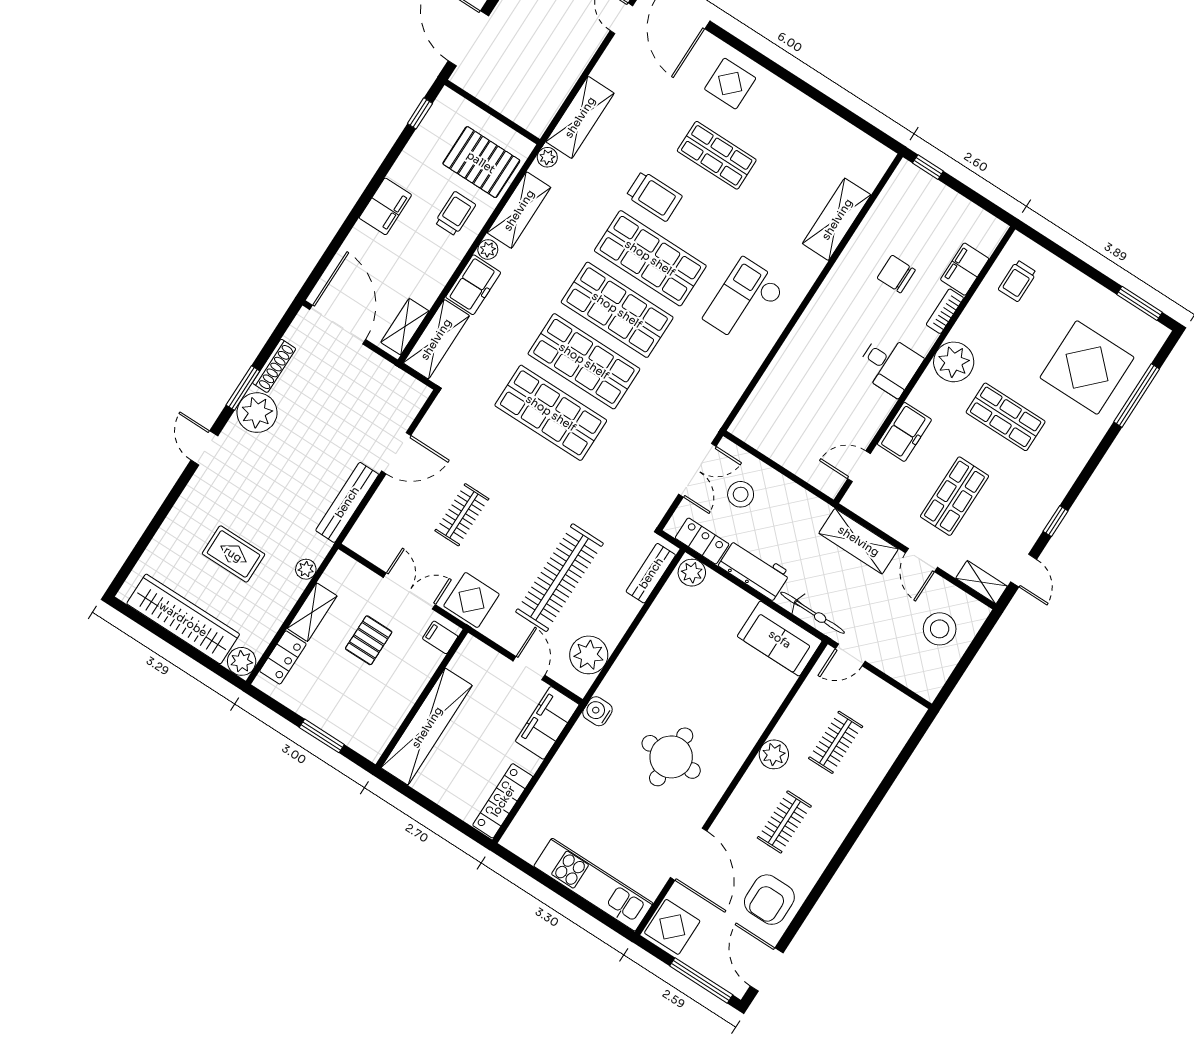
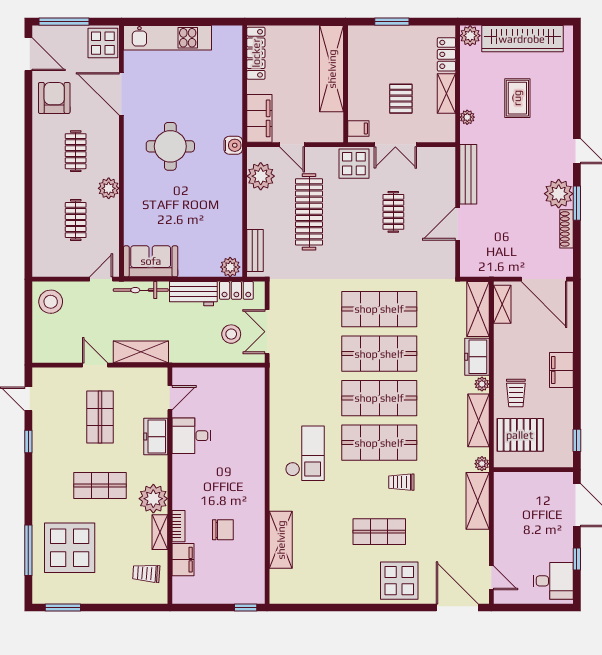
display table: (730, 84) -> (399, 581), width x1.36, depth x1.36
trolley: (654, 196) -> (401, 482), width x0.73, depth x0.72
trolley: (1017, 281) -> (146, 573), turned -86
desk: (889, 365) -> (191, 436), moved
rug: (233, 554) -> (517, 98), turned 90
shelving: (982, 582) -> (160, 532), moved, turned 90
stool: (940, 629) -> (51, 302), moved

